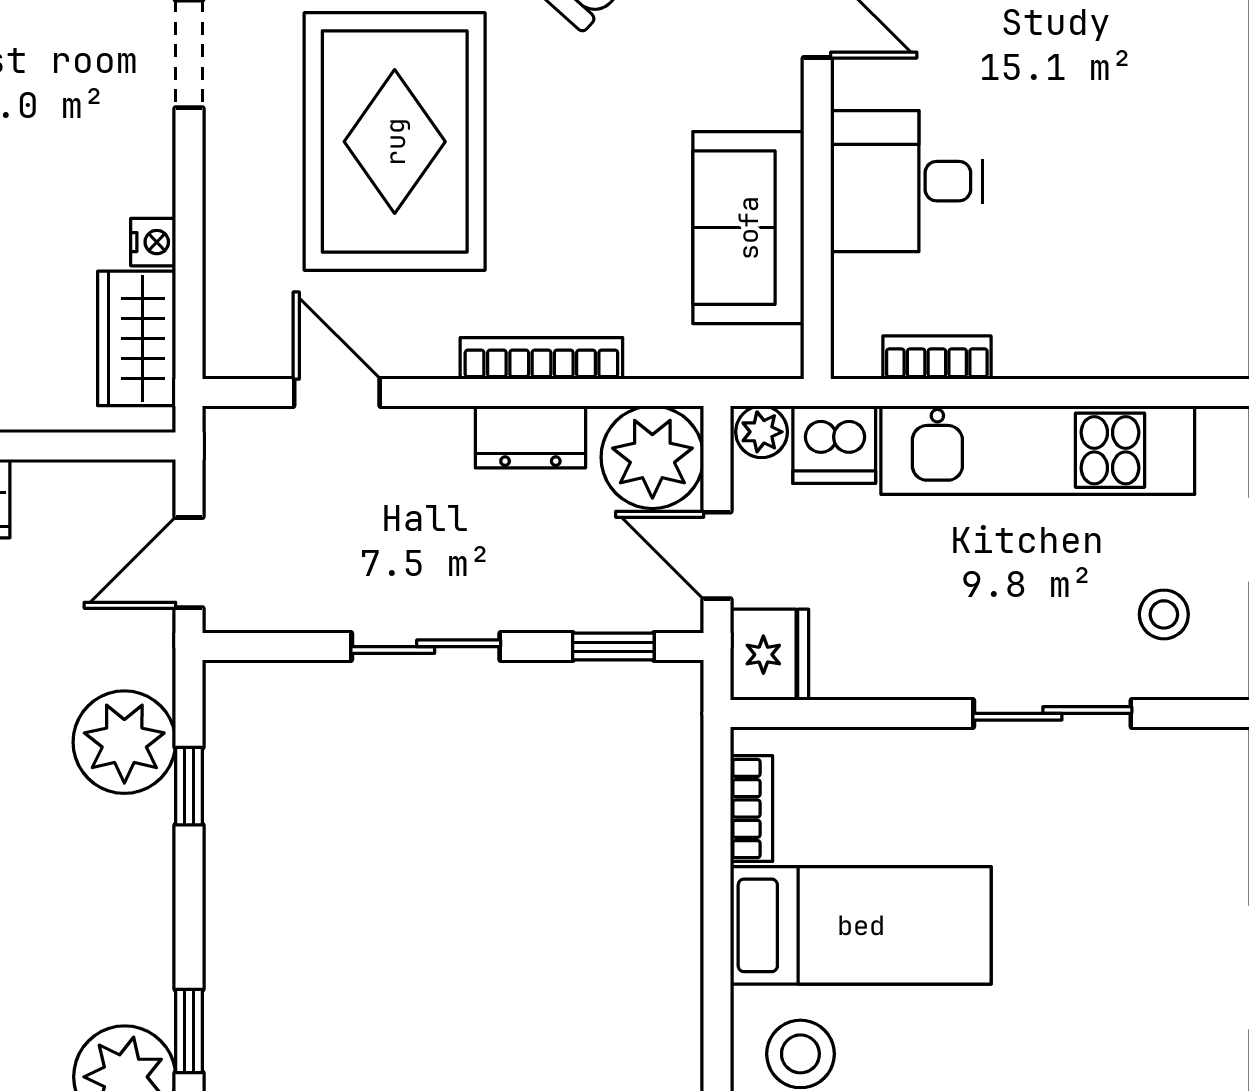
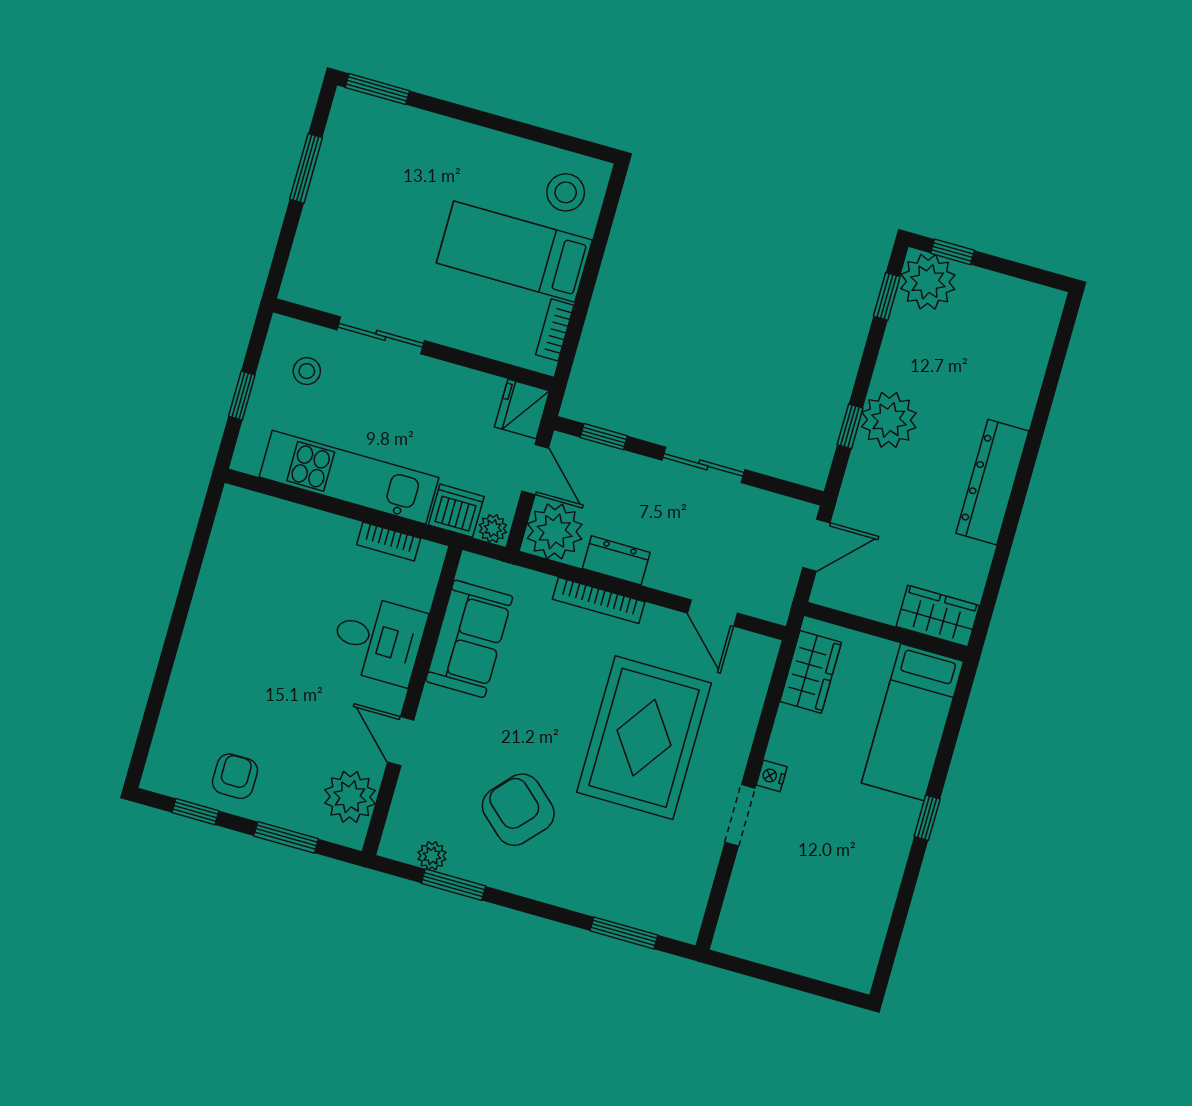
nightstand: (153, 242) -> (772, 776), moved
plant: (124, 742) -> (889, 420), moved

